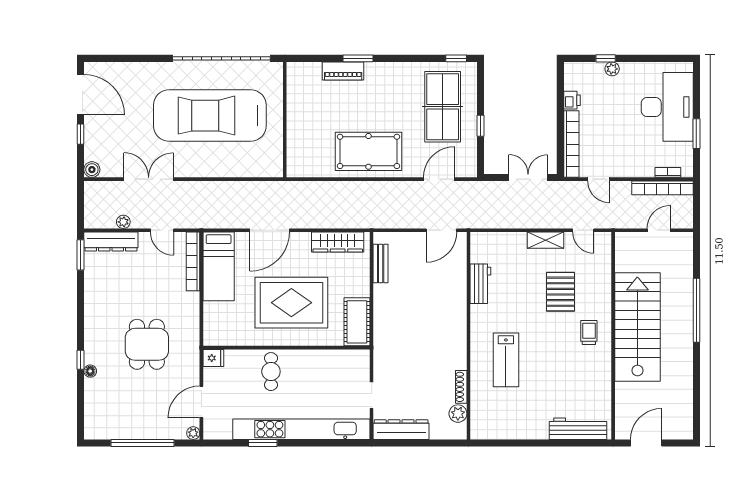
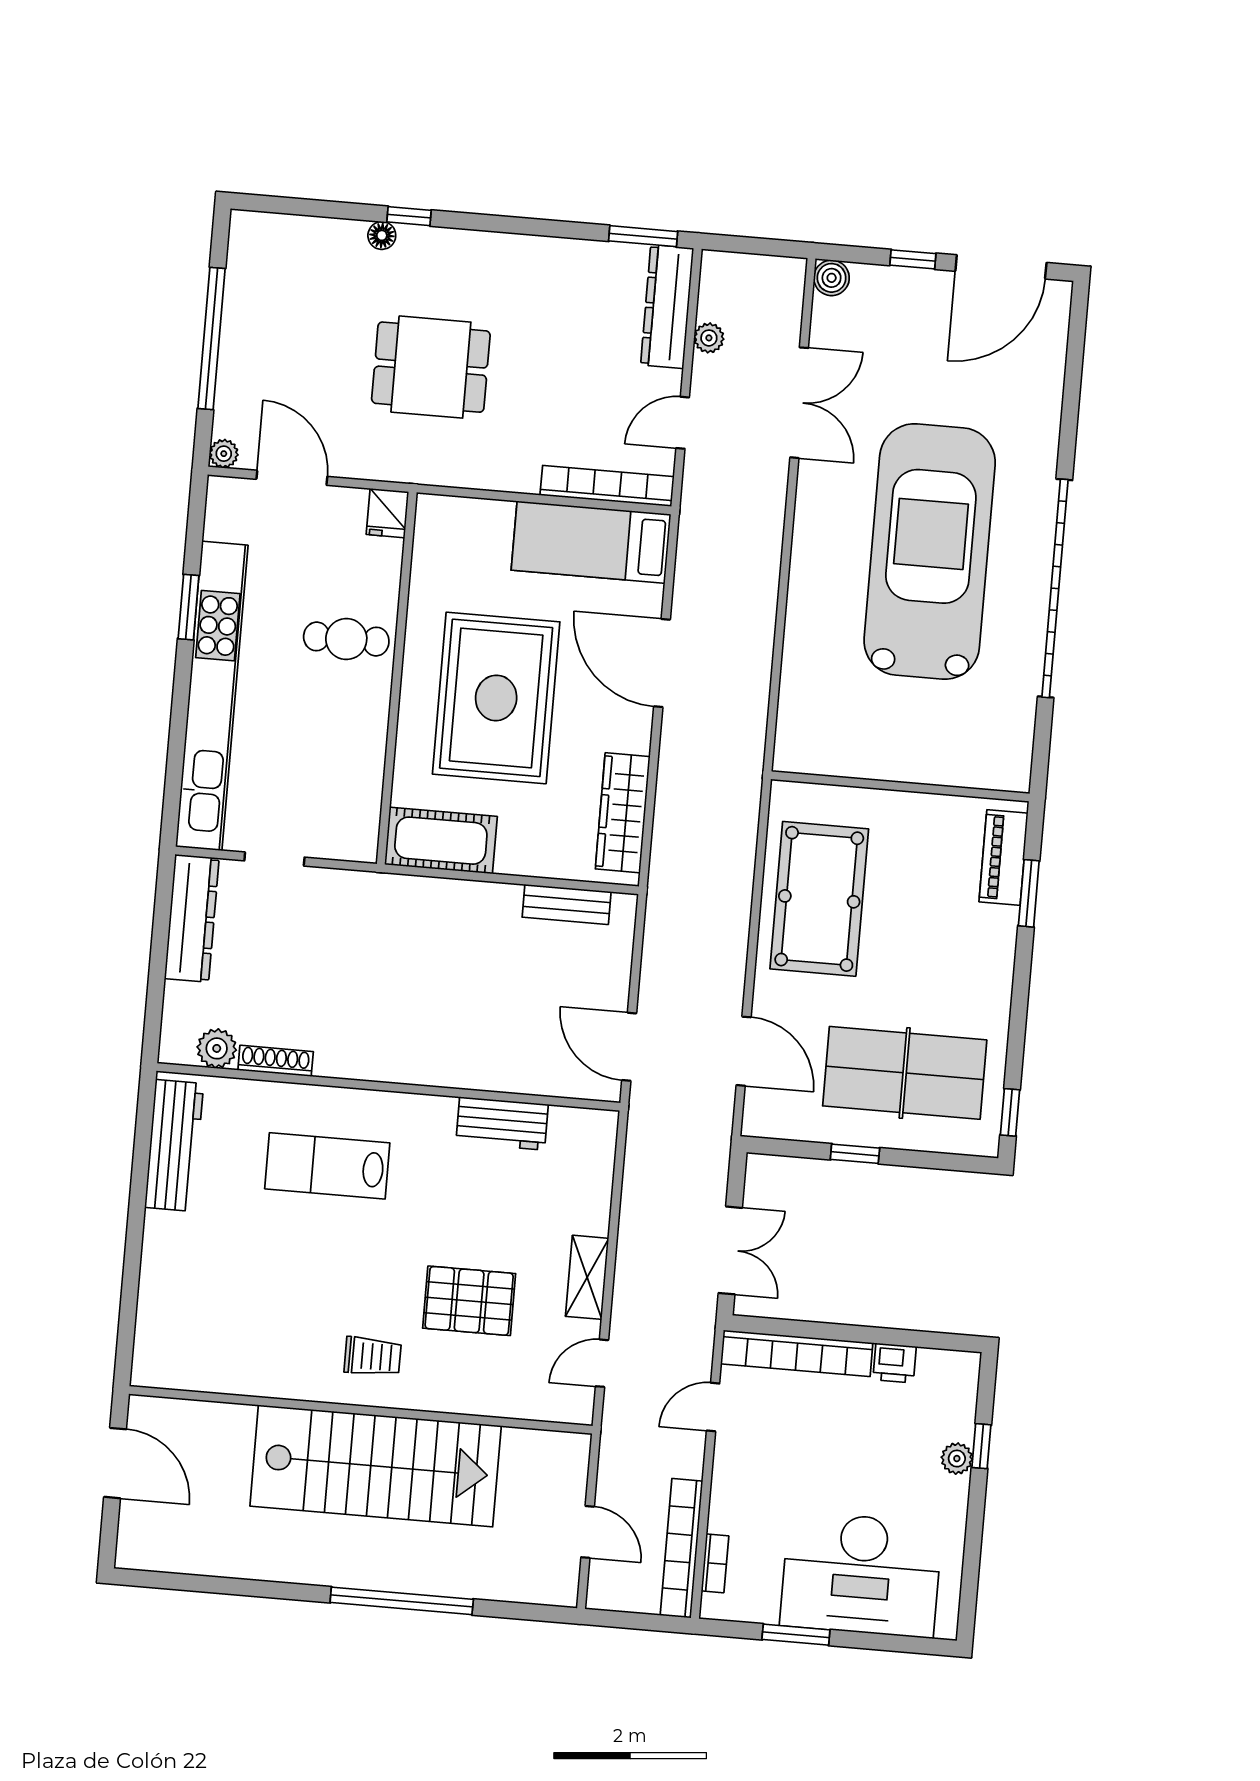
wall: (285, 120) -> (900, 786), moved
workbench: (578, 429) -> (174, 1146), moved

